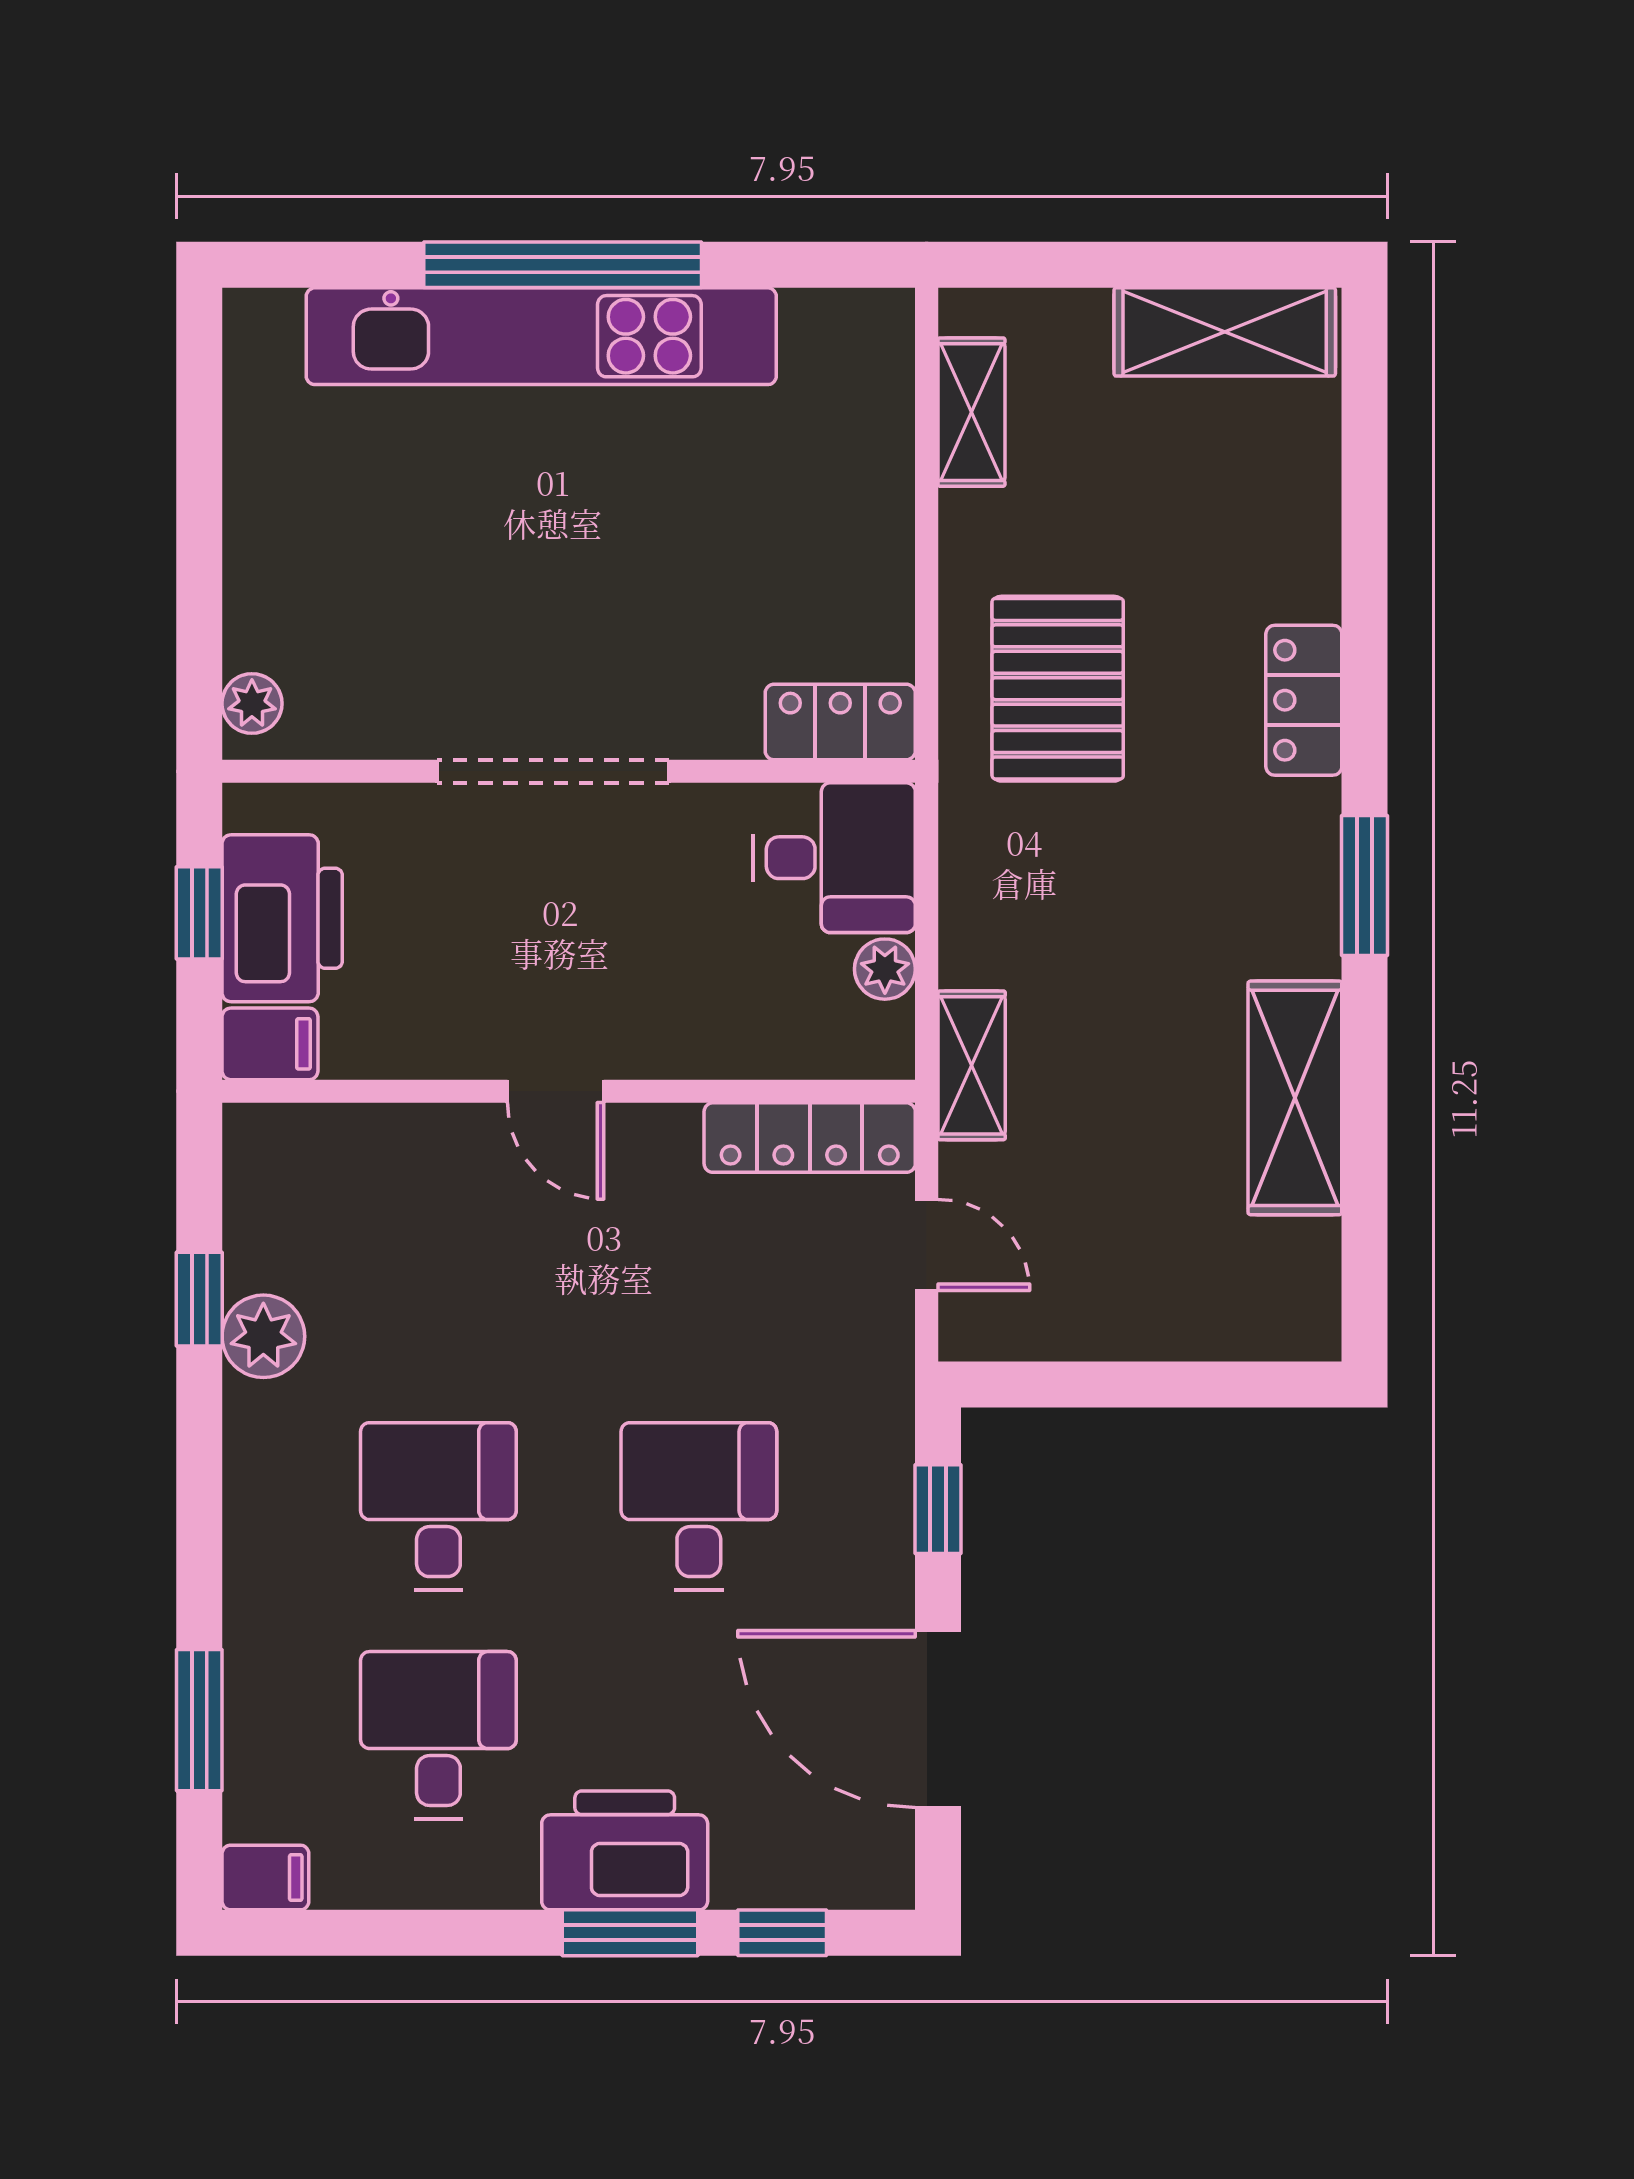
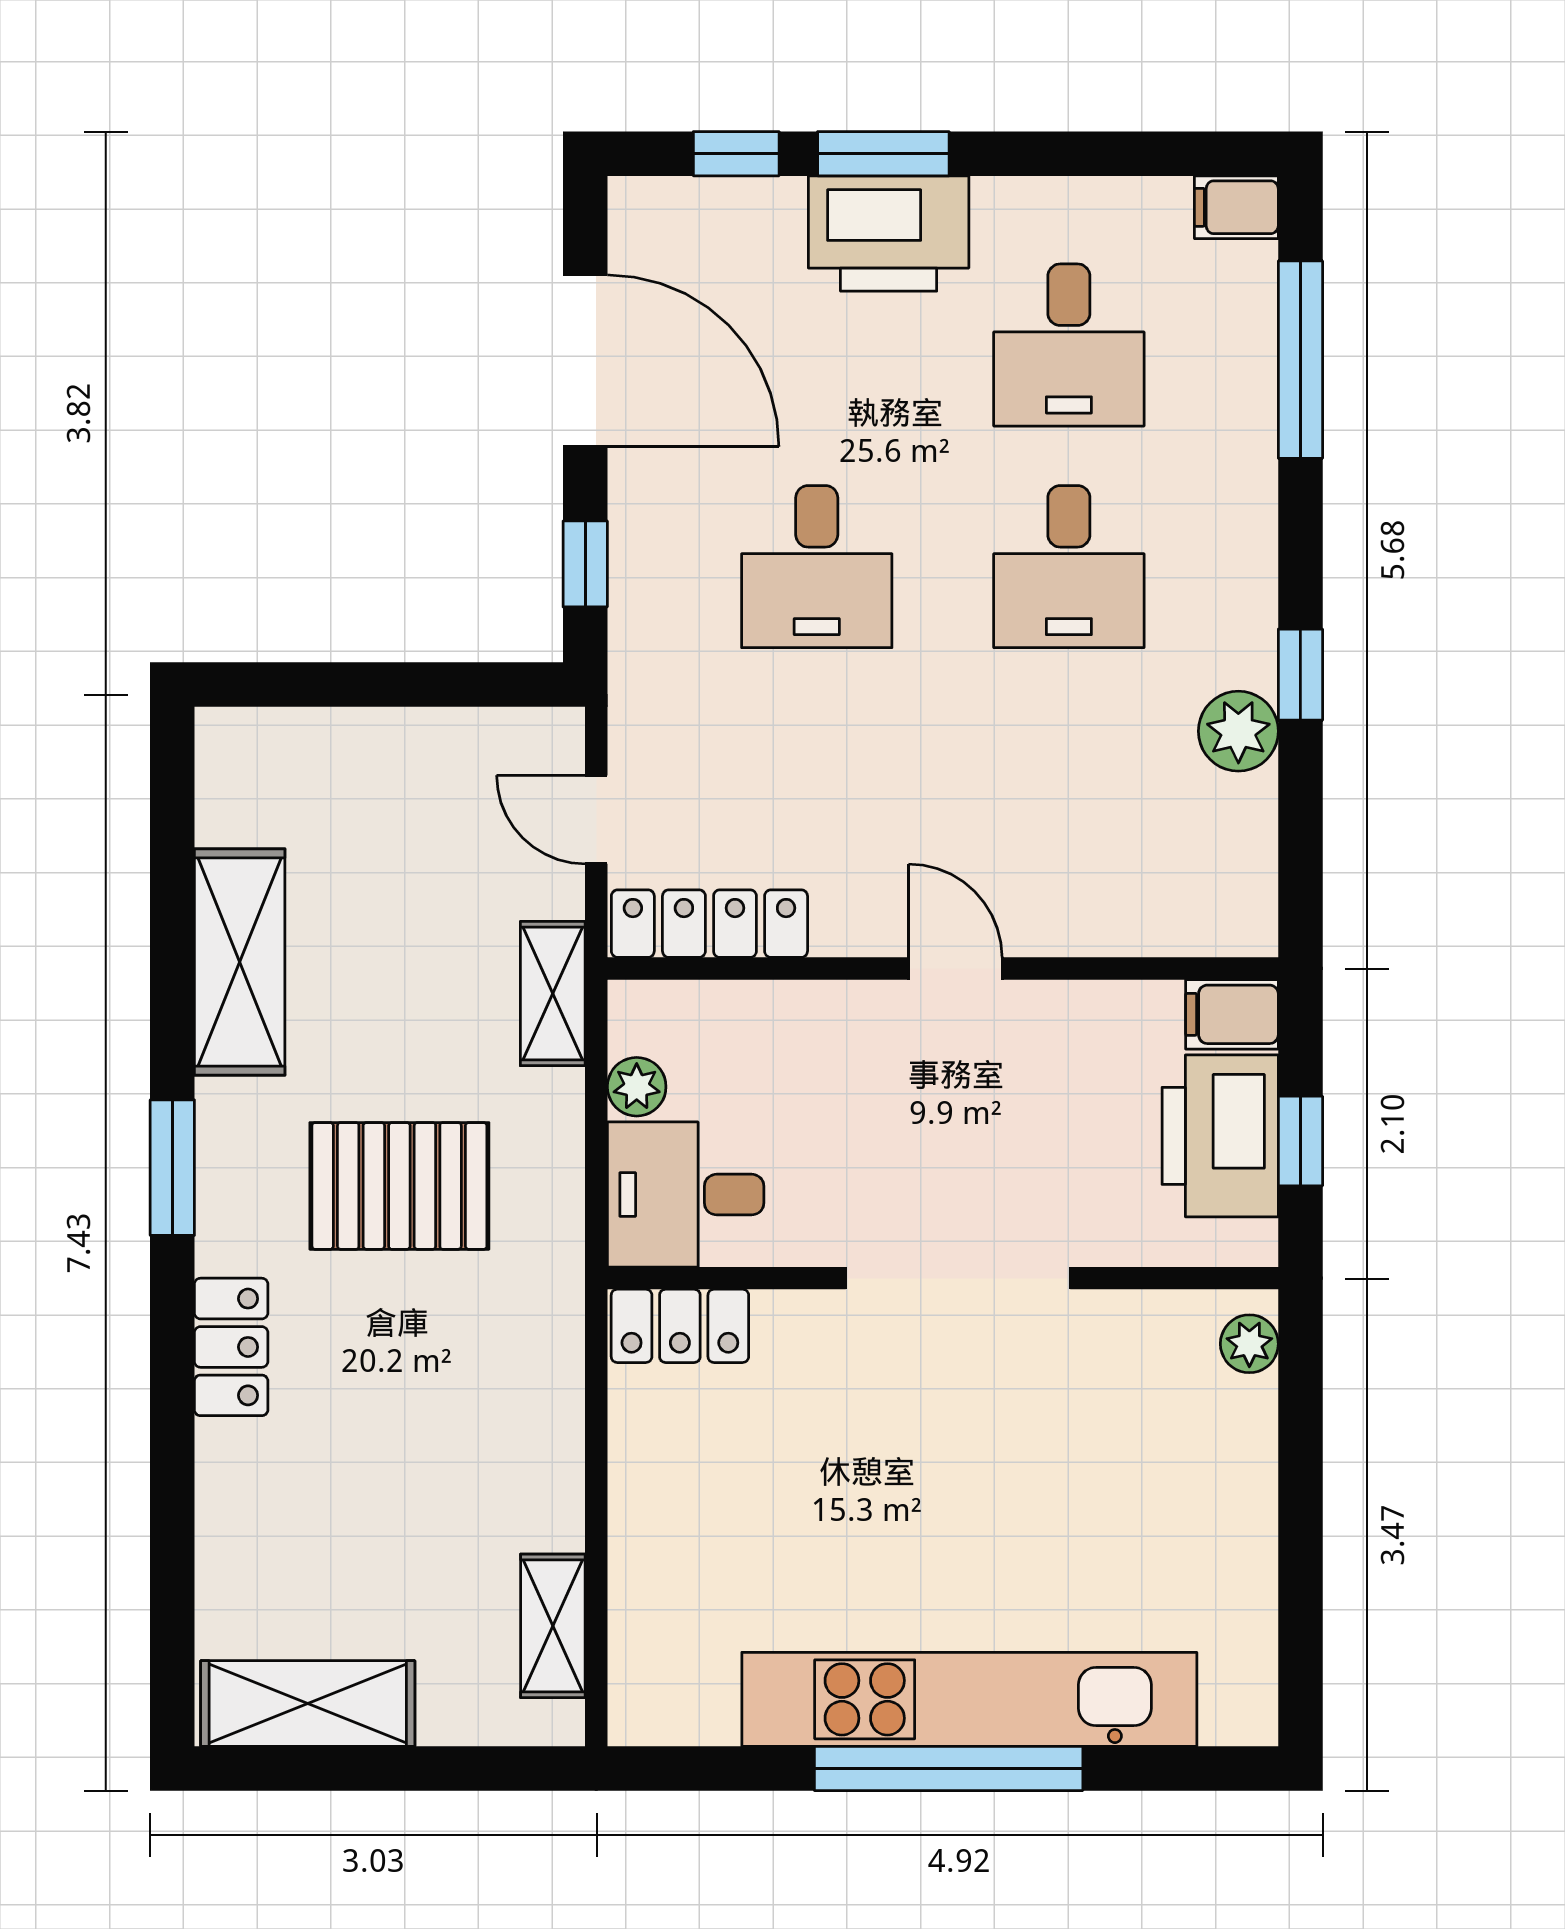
pallet: (1058, 689) -> (399, 1186), moved, turned 90
window: (199, 1299) -> (1300, 675), moved
window: (199, 1720) -> (1300, 360), width x1.44

